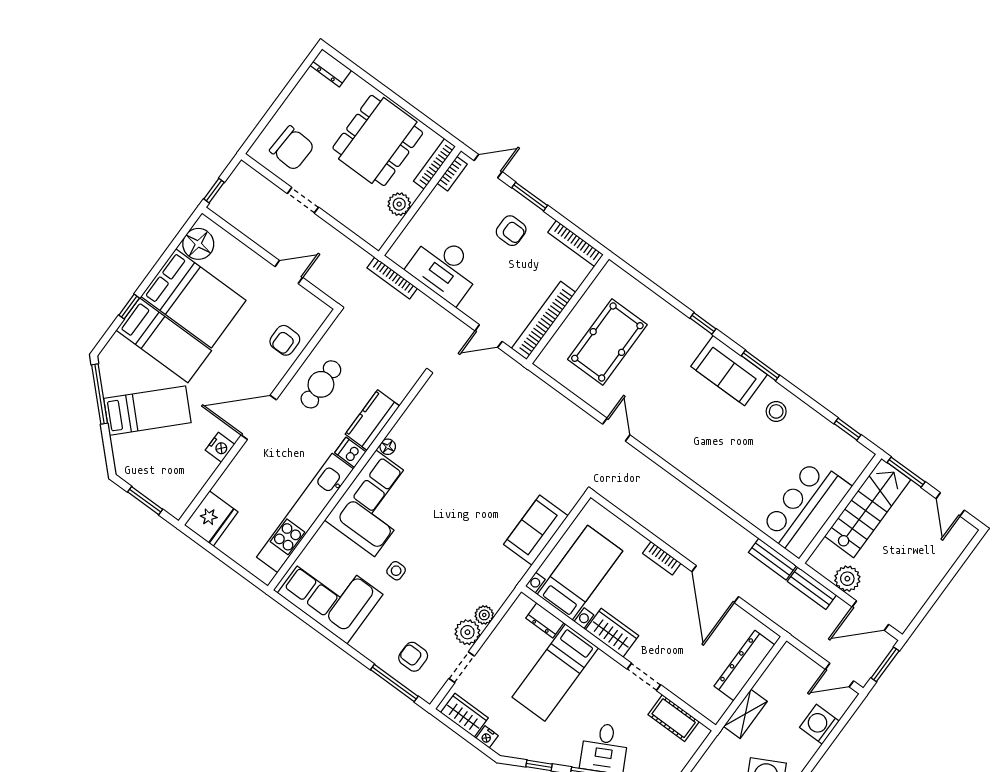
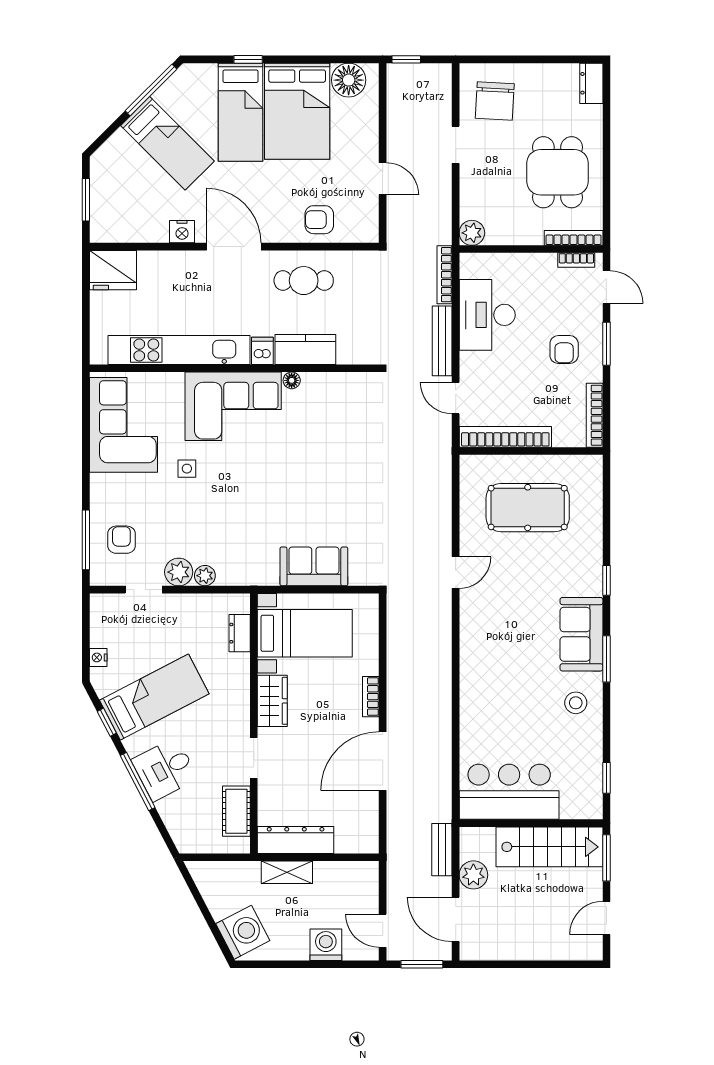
dining table: (378, 140) -> (557, 172), width x0.73
plant: (399, 204) -> (472, 233), moved
bench: (772, 559) -> (442, 341), moved, width x1.36
dresser: (744, 665) -> (296, 840), moved
bed: (555, 673) -> (154, 697), moved, turned 153
wardrobe: (464, 715) -> (103, 623), removed

